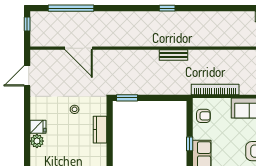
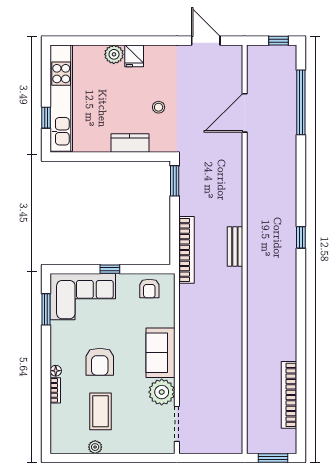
bookcase: (215, 89) -> (186, 250), moved

